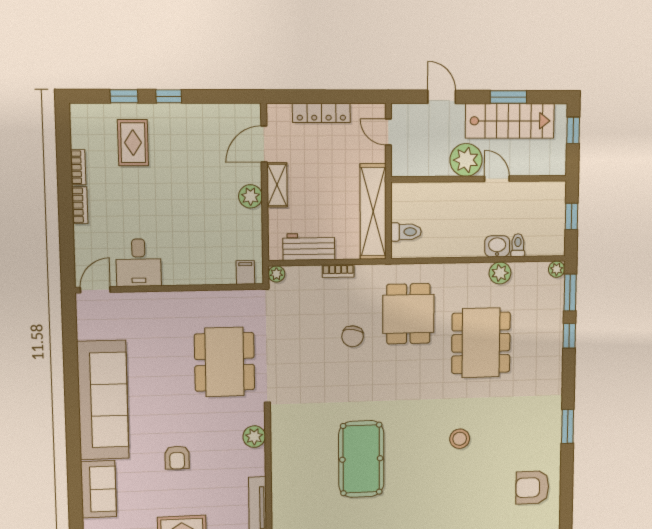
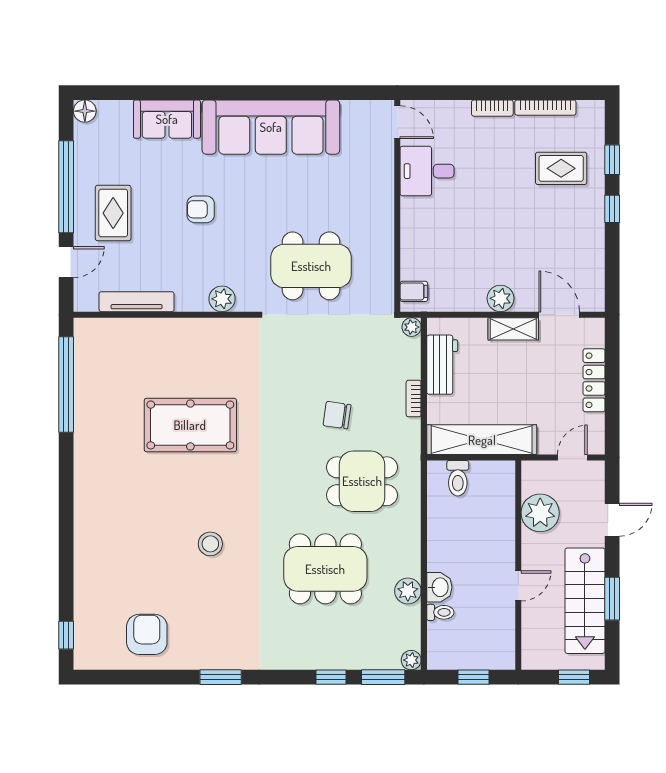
plant: (466, 160) -> (540, 513), moved
bookcase: (78, 167) -> (545, 108), width x1.56

